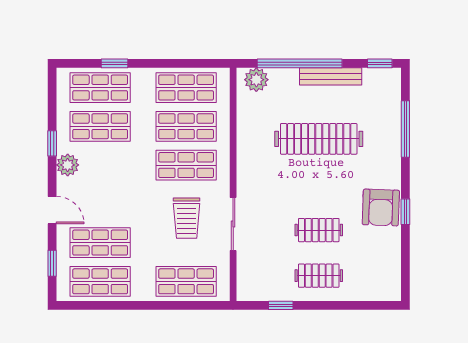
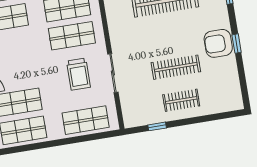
armchair: (381, 207) -> (218, 43), turned 88
clothes rail: (319, 230) -> (176, 67), width x1.36

